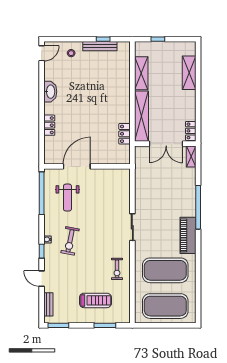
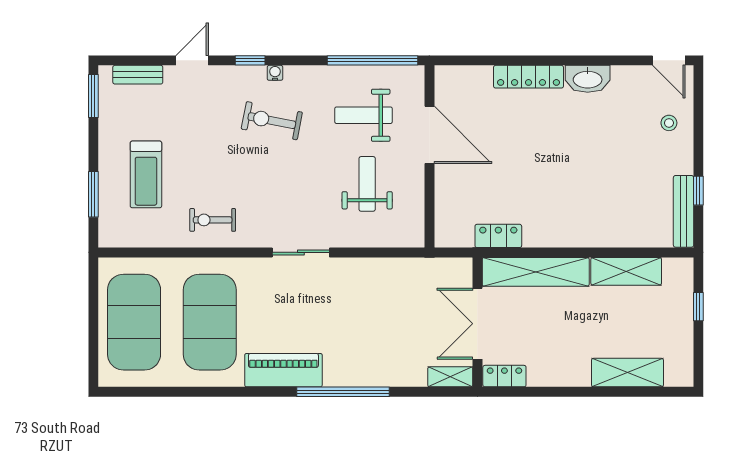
bench: (100, 46) -> (684, 211), moved
locker: (49, 125) -> (529, 77), width x1.53
weight bench: (100, 196) -> (367, 184), added

